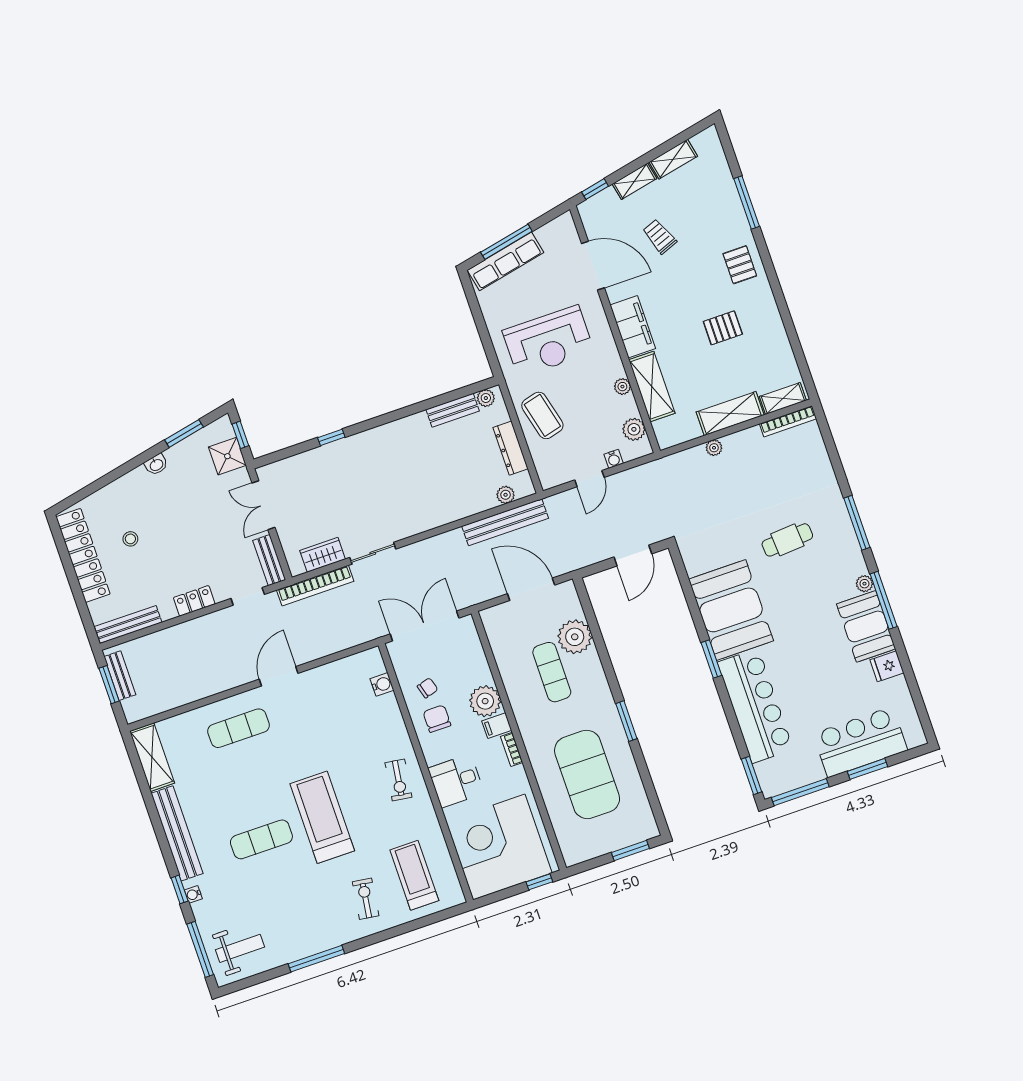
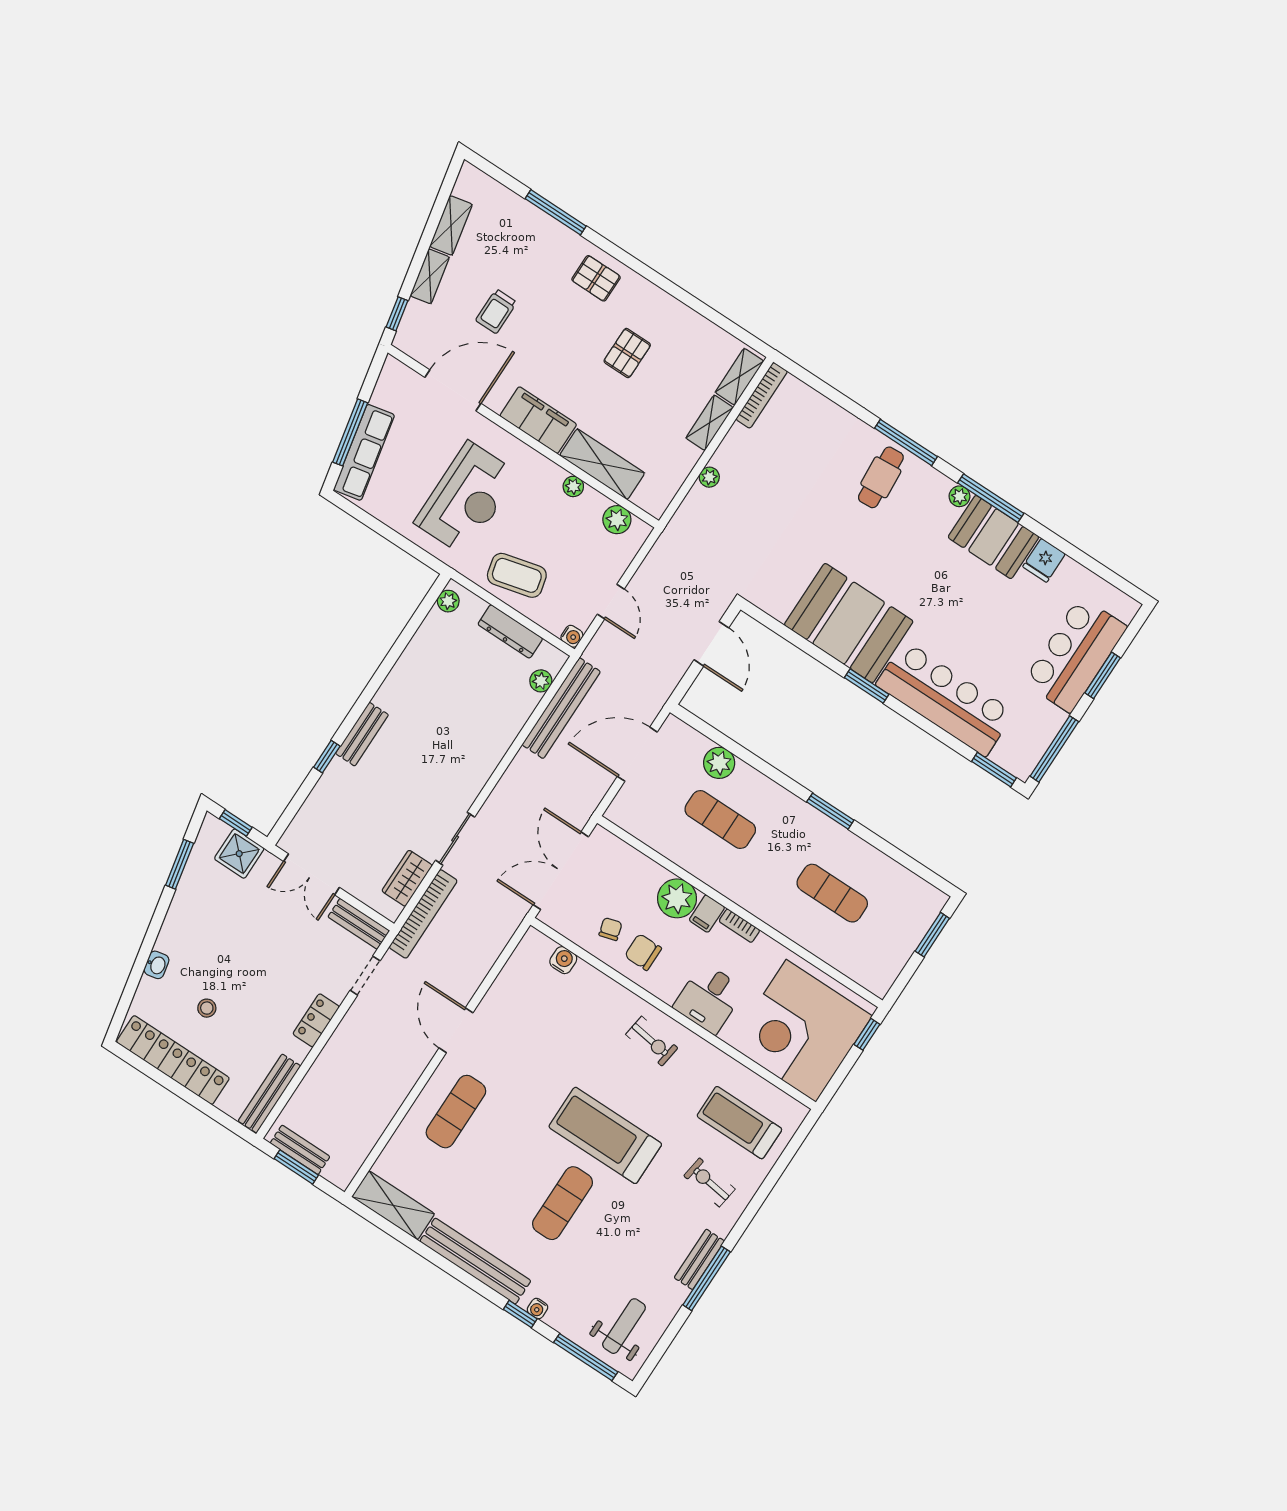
trolley: (660, 236) -> (496, 311), turned -69
bench: (453, 410) -> (362, 734), moved
shelving: (730, 414) -> (710, 423), width x0.67, depth x0.75
water cooler: (614, 459) -> (572, 636), moved
washbasin: (156, 465) -> (156, 965), moved
cafe table: (787, 540) -> (881, 477), moved
plant: (575, 637) -> (719, 763), width x0.73, depth x0.73
exercise mat: (587, 774) -> (832, 893), width x0.50, depth x0.69
bench: (321, 943) -> (699, 1259), added

